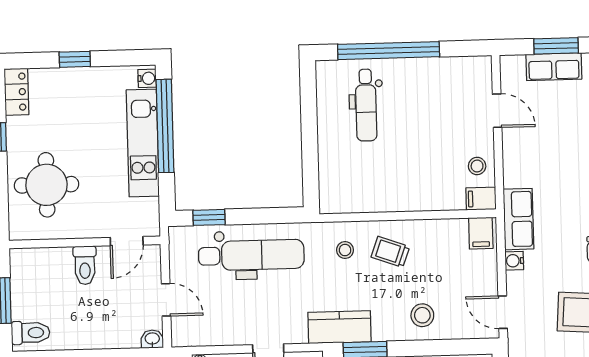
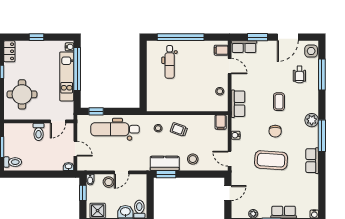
row of seats: (554, 67) -> (244, 47), moved
filing cabinet: (481, 199) -> (221, 50), moved
row of seats: (518, 219) -> (238, 104), moved
dental chair: (251, 255) -> (115, 129), turned 180
kitchen counter: (340, 327) -> (165, 163), moved

